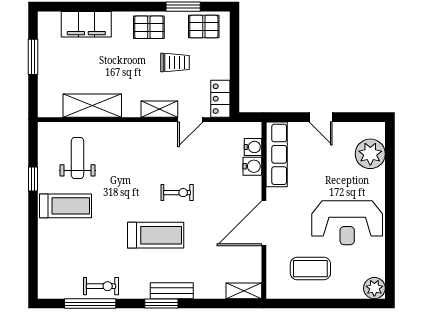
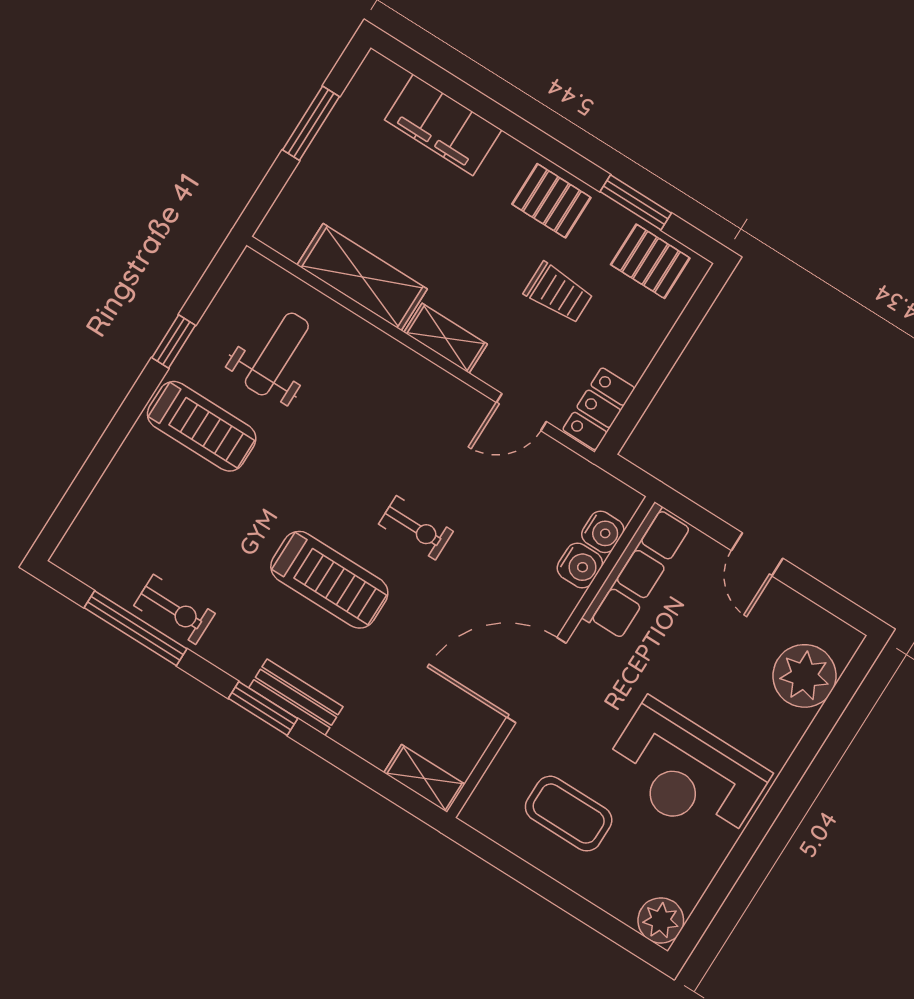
shelving: (159, 109) -> (446, 338), moved

